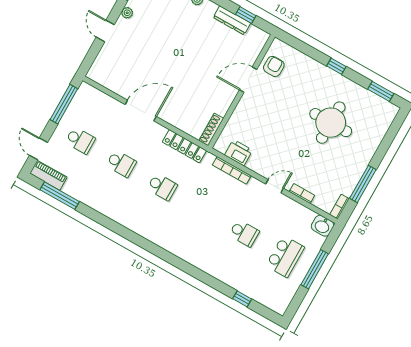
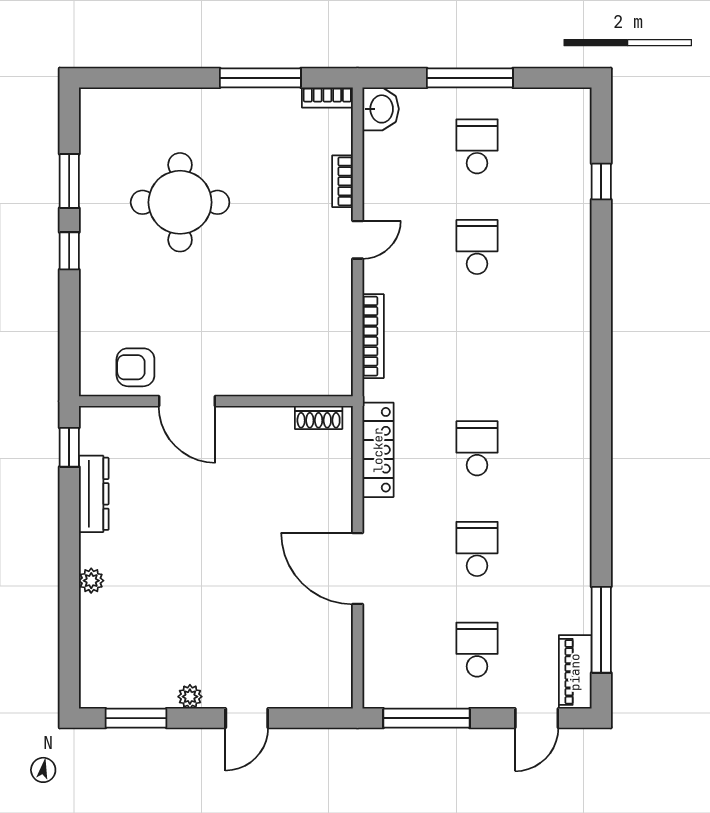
window: (246, 15) -> (69, 447), moved
window: (381, 91) -> (69, 181), moved
shoe rack: (211, 129) -> (319, 417), width x0.70
printer: (239, 153) -> (333, 342), removed
door: (275, 186) -> (358, 240), swing flipped
school desk: (285, 256) -> (477, 146), width x0.54

